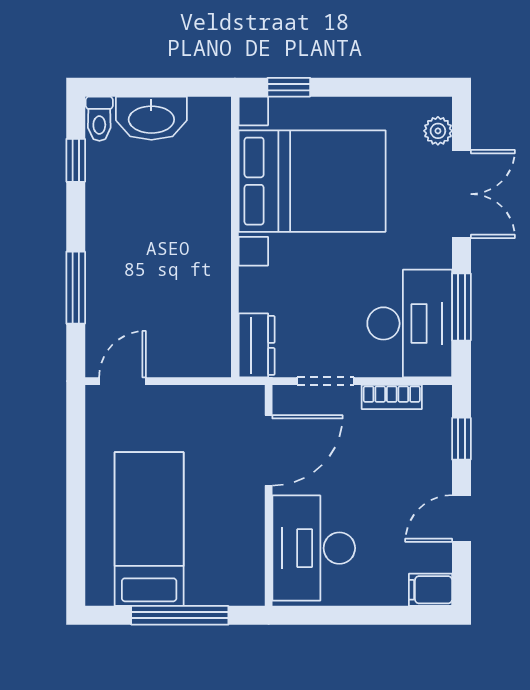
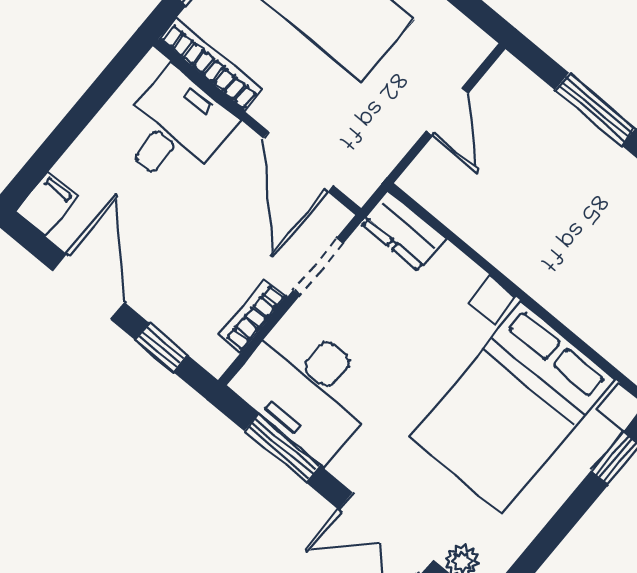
door: (122, 381) -> (447, 112), moved
door: (461, 518) -> (88, 287), width x1.38
desk: (314, 548) -> (174, 128), width x0.73
bookcase: (253, 559) -> (211, 64), added

